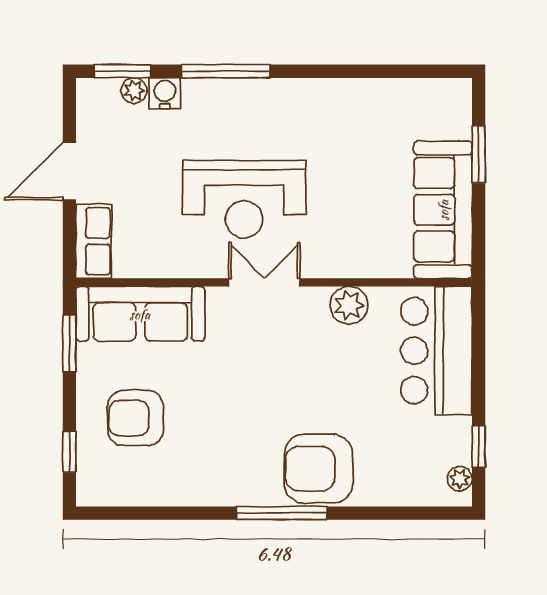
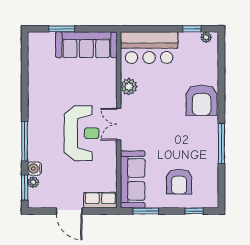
window: (282, 513) -> (221, 144), moved

